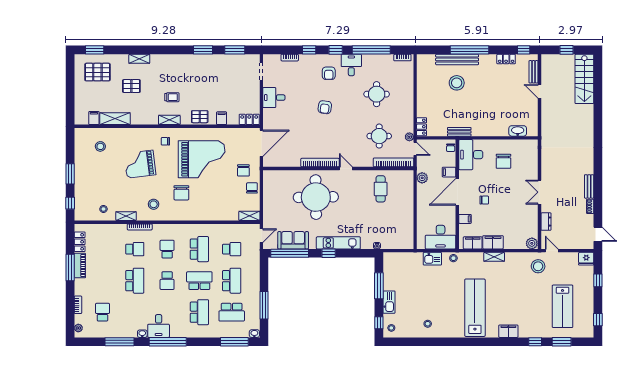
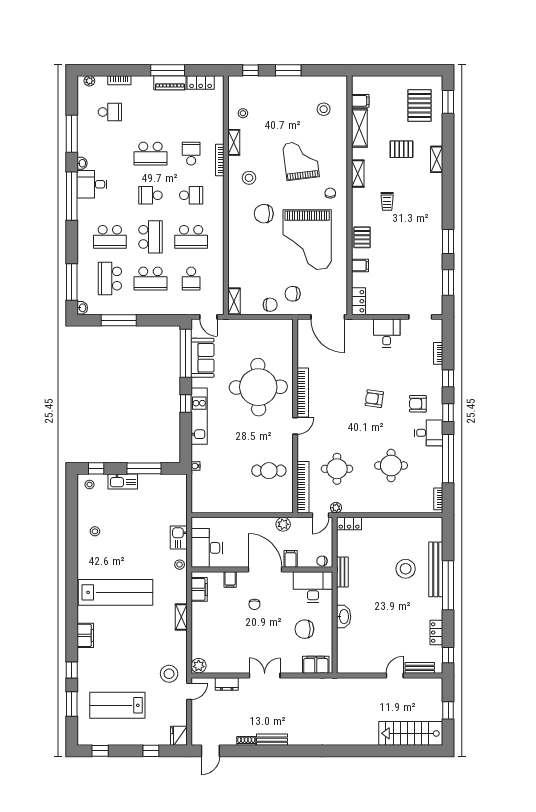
pallet: (131, 86) -> (402, 149), turned 90
shelving: (169, 120) -> (358, 174), moved
washbasin: (518, 131) -> (344, 617), moved
filing cabinet: (493, 242) -> (316, 665), moved, turned -90
school desk: (135, 249) -> (191, 154), turned 180

